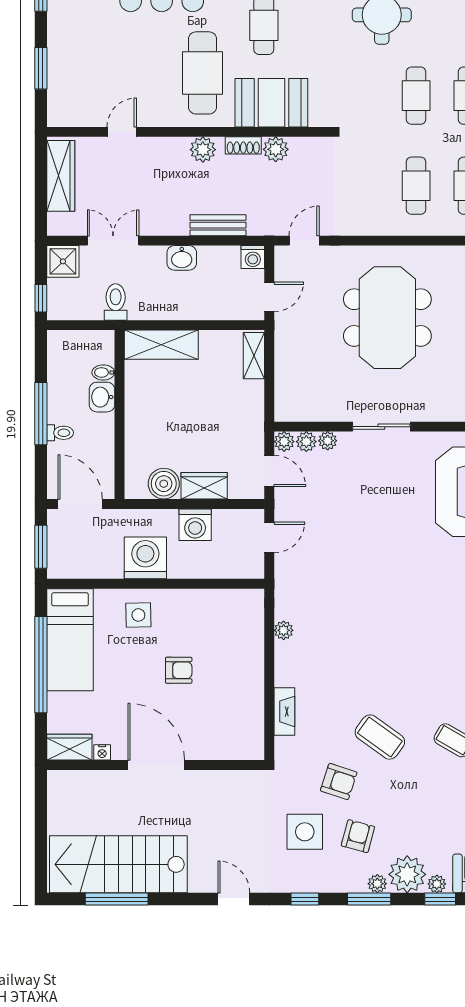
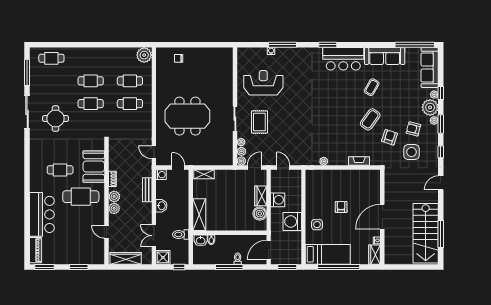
plant: (276, 149) -> (114, 208), moved
washbasin: (102, 397) -> (201, 240), moved
rug: (374, 483) -> (259, 122), added

